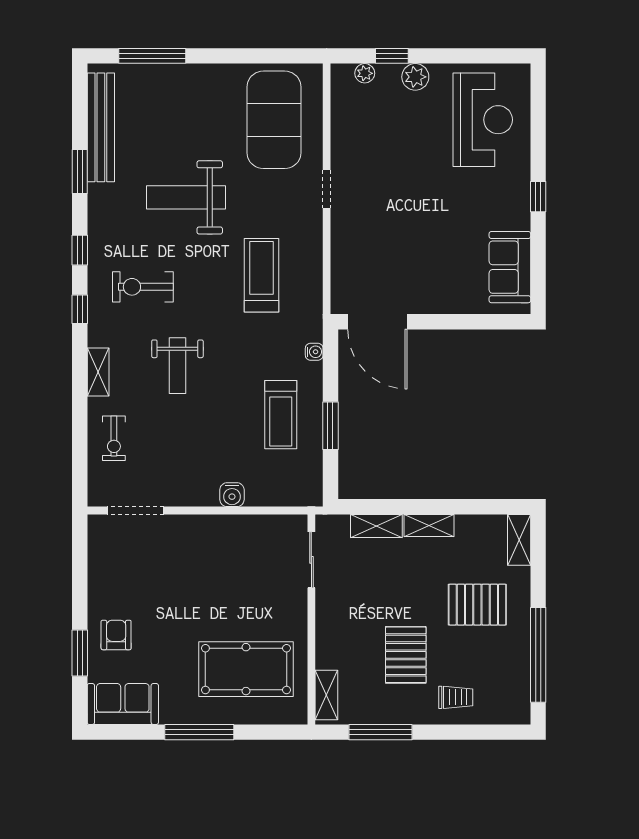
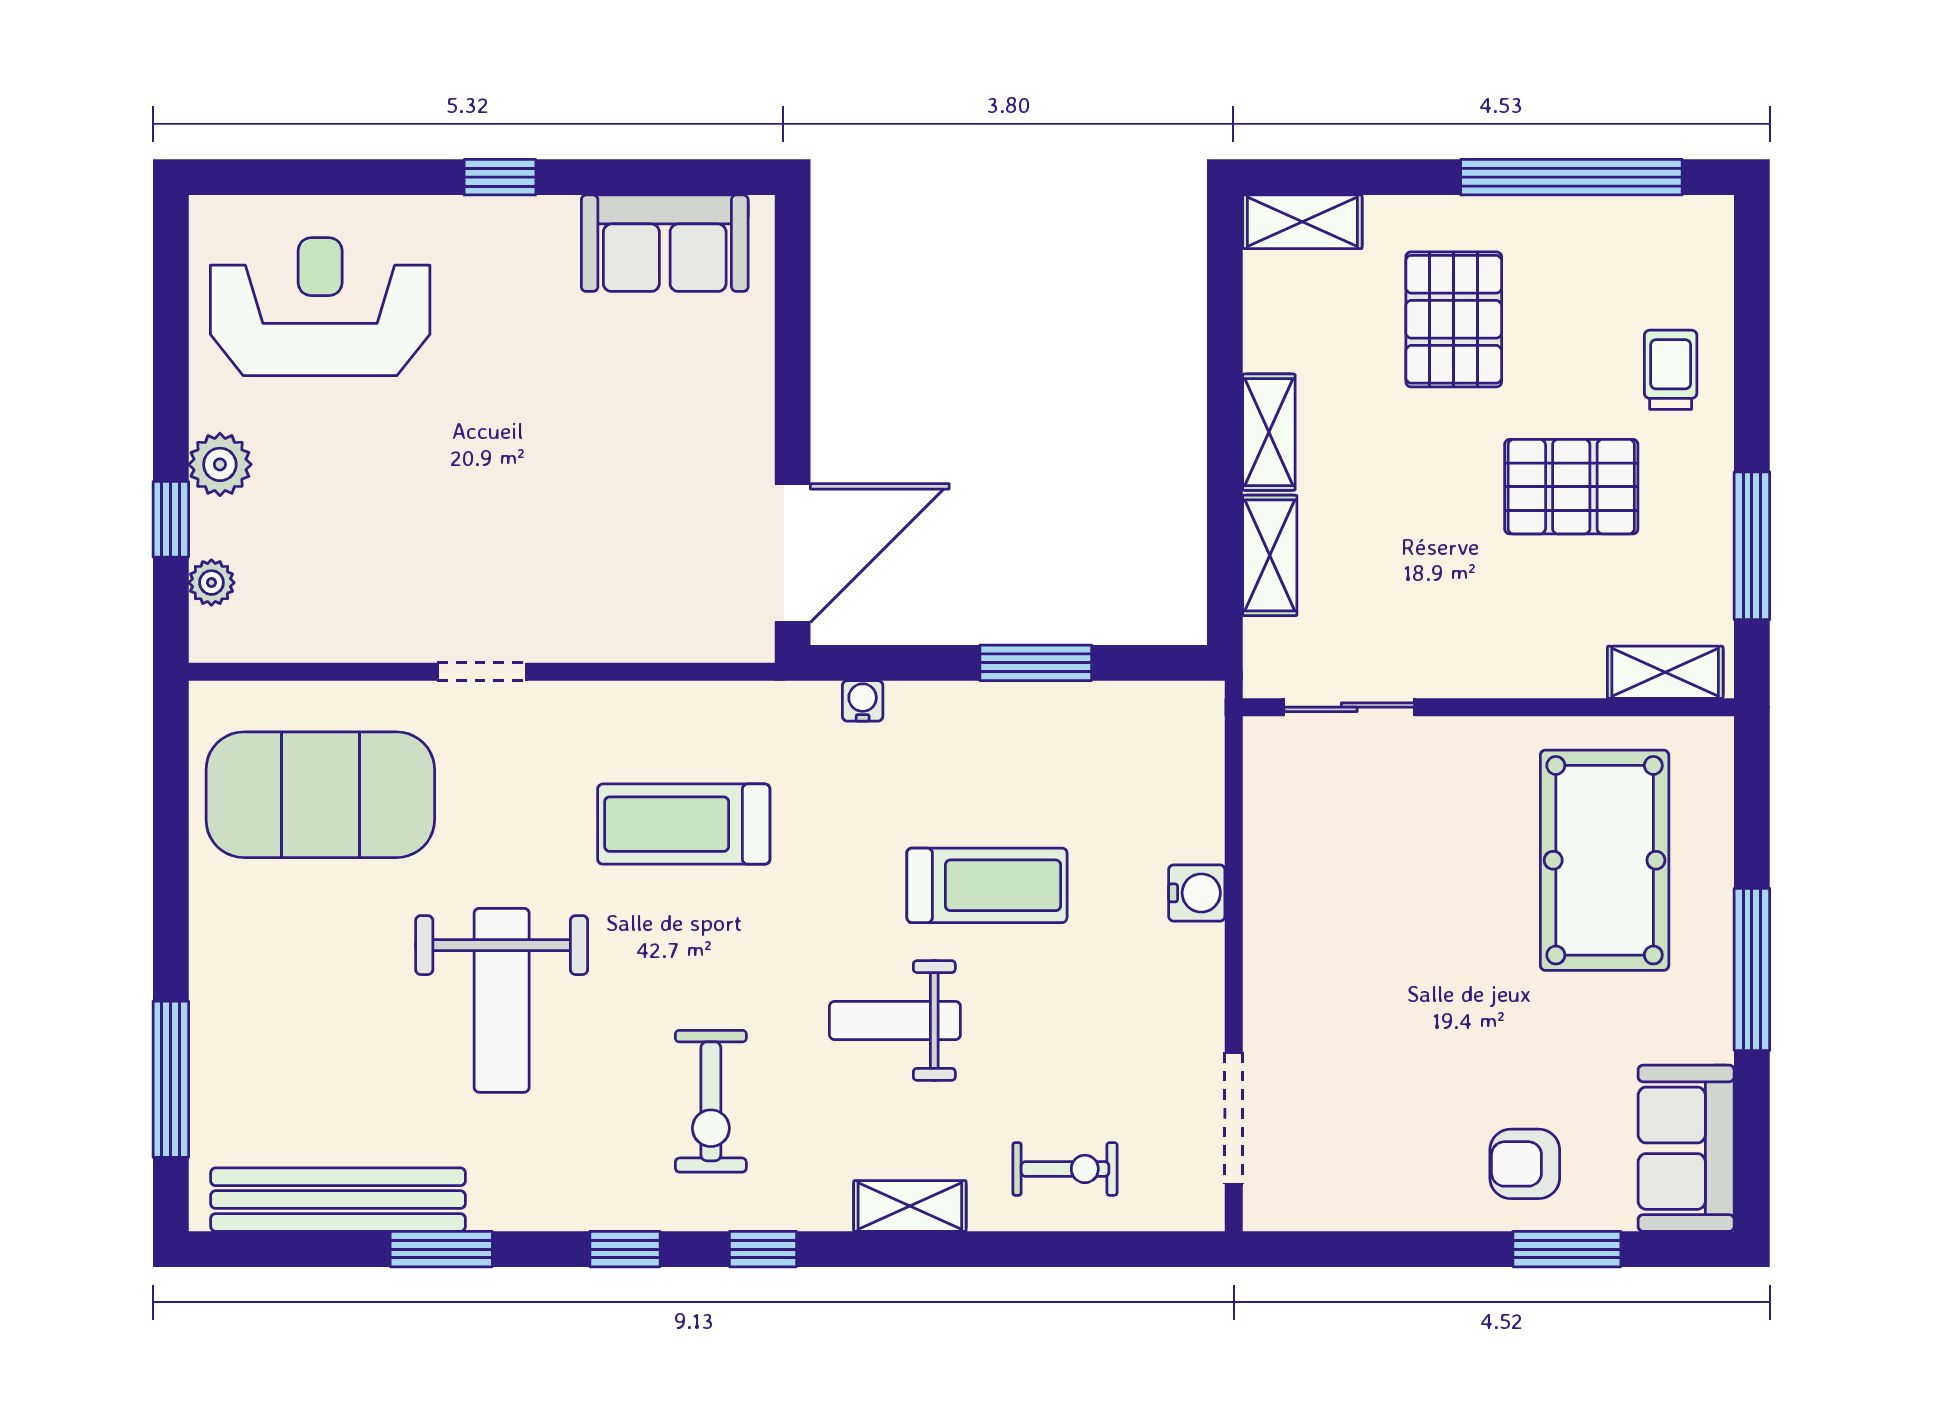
weight bench: (177, 366) -> (895, 1020), turned 180
treadmill: (281, 415) -> (987, 885), moved

